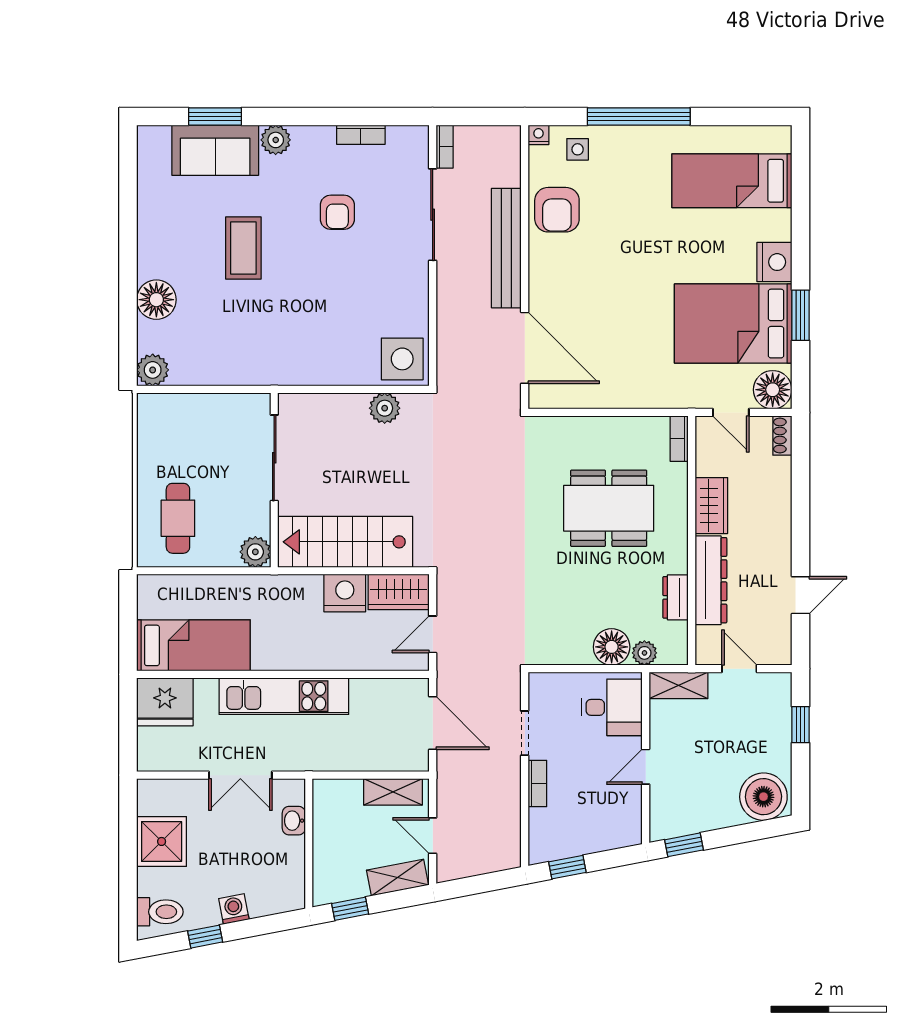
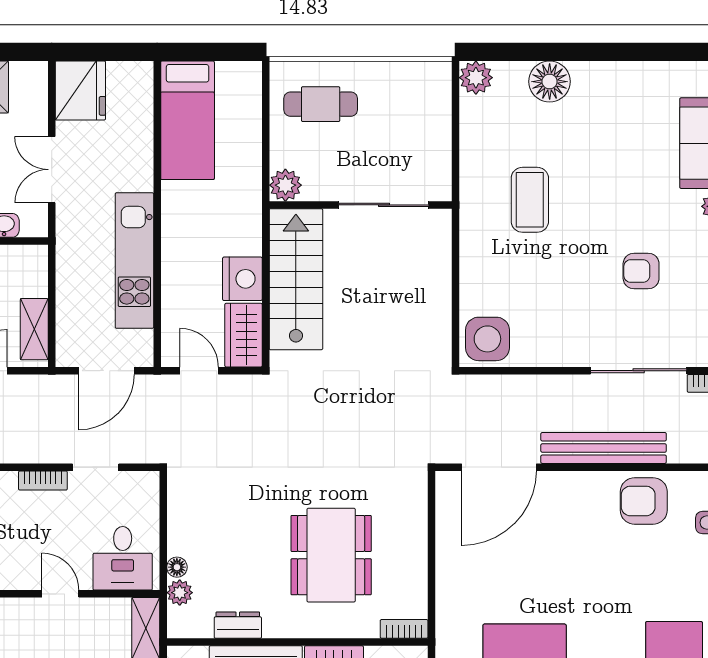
coffee table: (243, 248) -> (530, 200), moved, turned 90
plant: (385, 408) -> (436, 321), removed
floor lamp: (612, 647) -> (177, 567), width x0.53, depth x0.53
kitchen unit: (284, 696) -> (134, 261), moved
fridge: (165, 702) -> (80, 90), moved, turned 180

